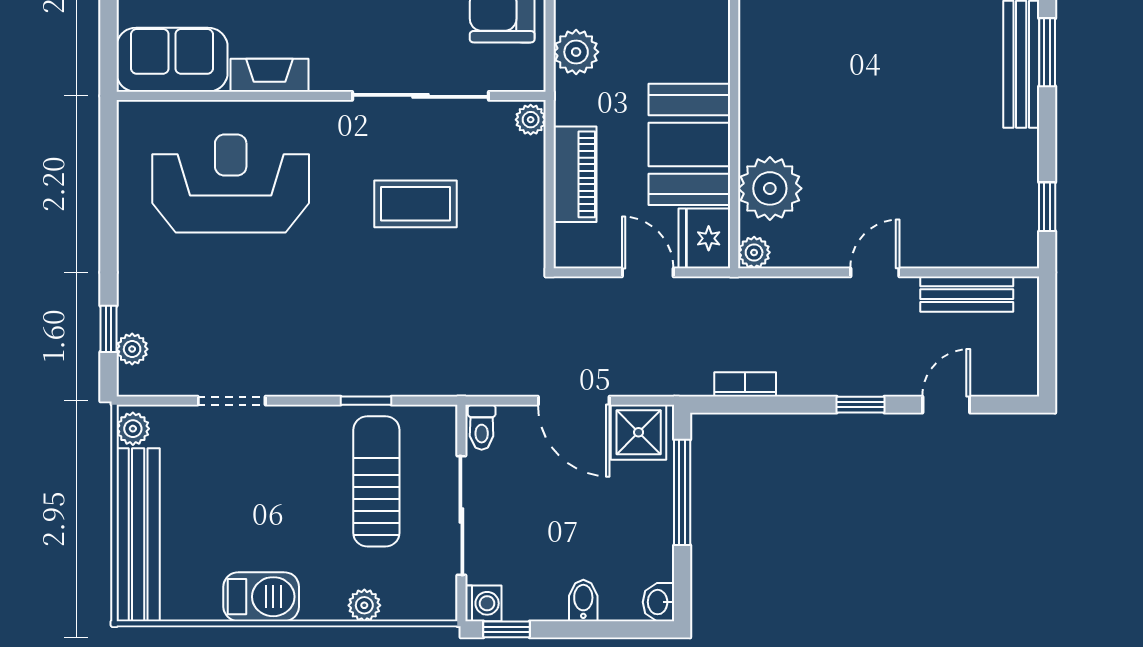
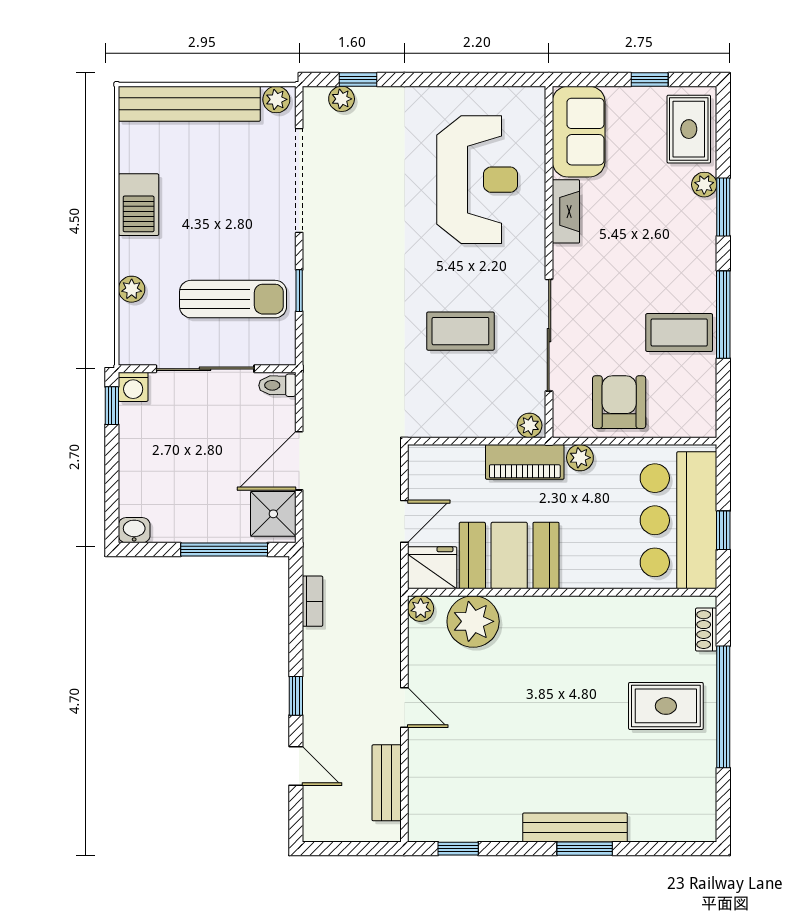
plant: (576, 52) -> (580, 458), width x0.73, depth x0.73
piano: (575, 174) -> (525, 462), moved
coffee table: (416, 204) -> (460, 331), turned 90
doorway: (232, 401) -> (299, 180), width x1.87
bidet: (583, 600) -> (135, 469), removed

